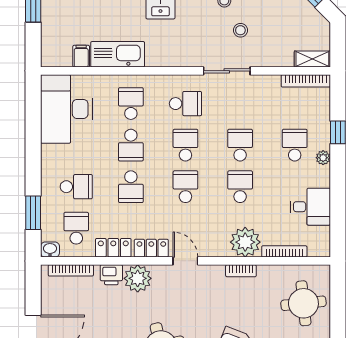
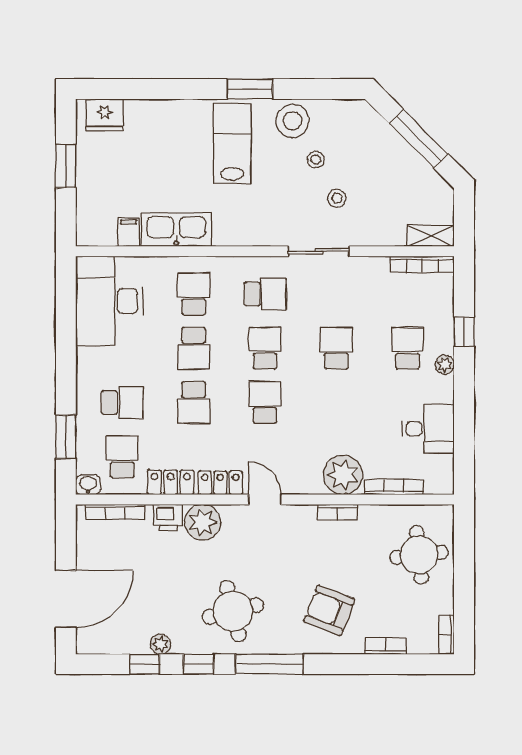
school desk: (240, 187) -> (336, 403), removed

